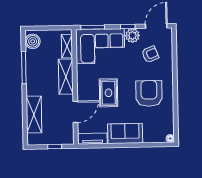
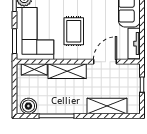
rug: (109, 93) -> (74, 31), moved, turned 90
door: (75, 112) -> (105, 62), hinge flipped

